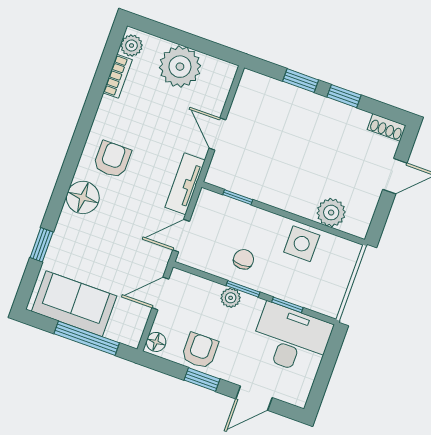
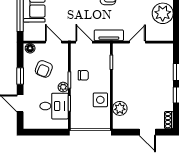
plant: (231, 298) -> (63, 87), moved
desk: (291, 339) -> (54, 106), width x0.73
armchair: (200, 351) -> (44, 69), moved, turned 112

